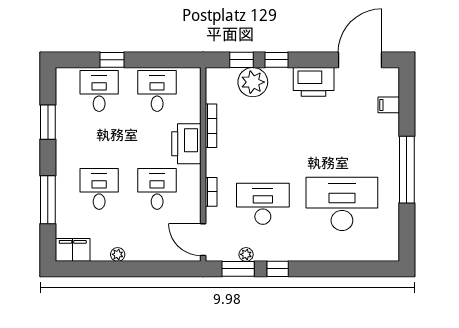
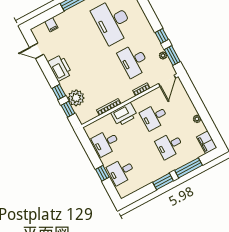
door: (360, 60) -> (37, 51), width x0.53
window: (48, 122) -> (163, 181), moved

